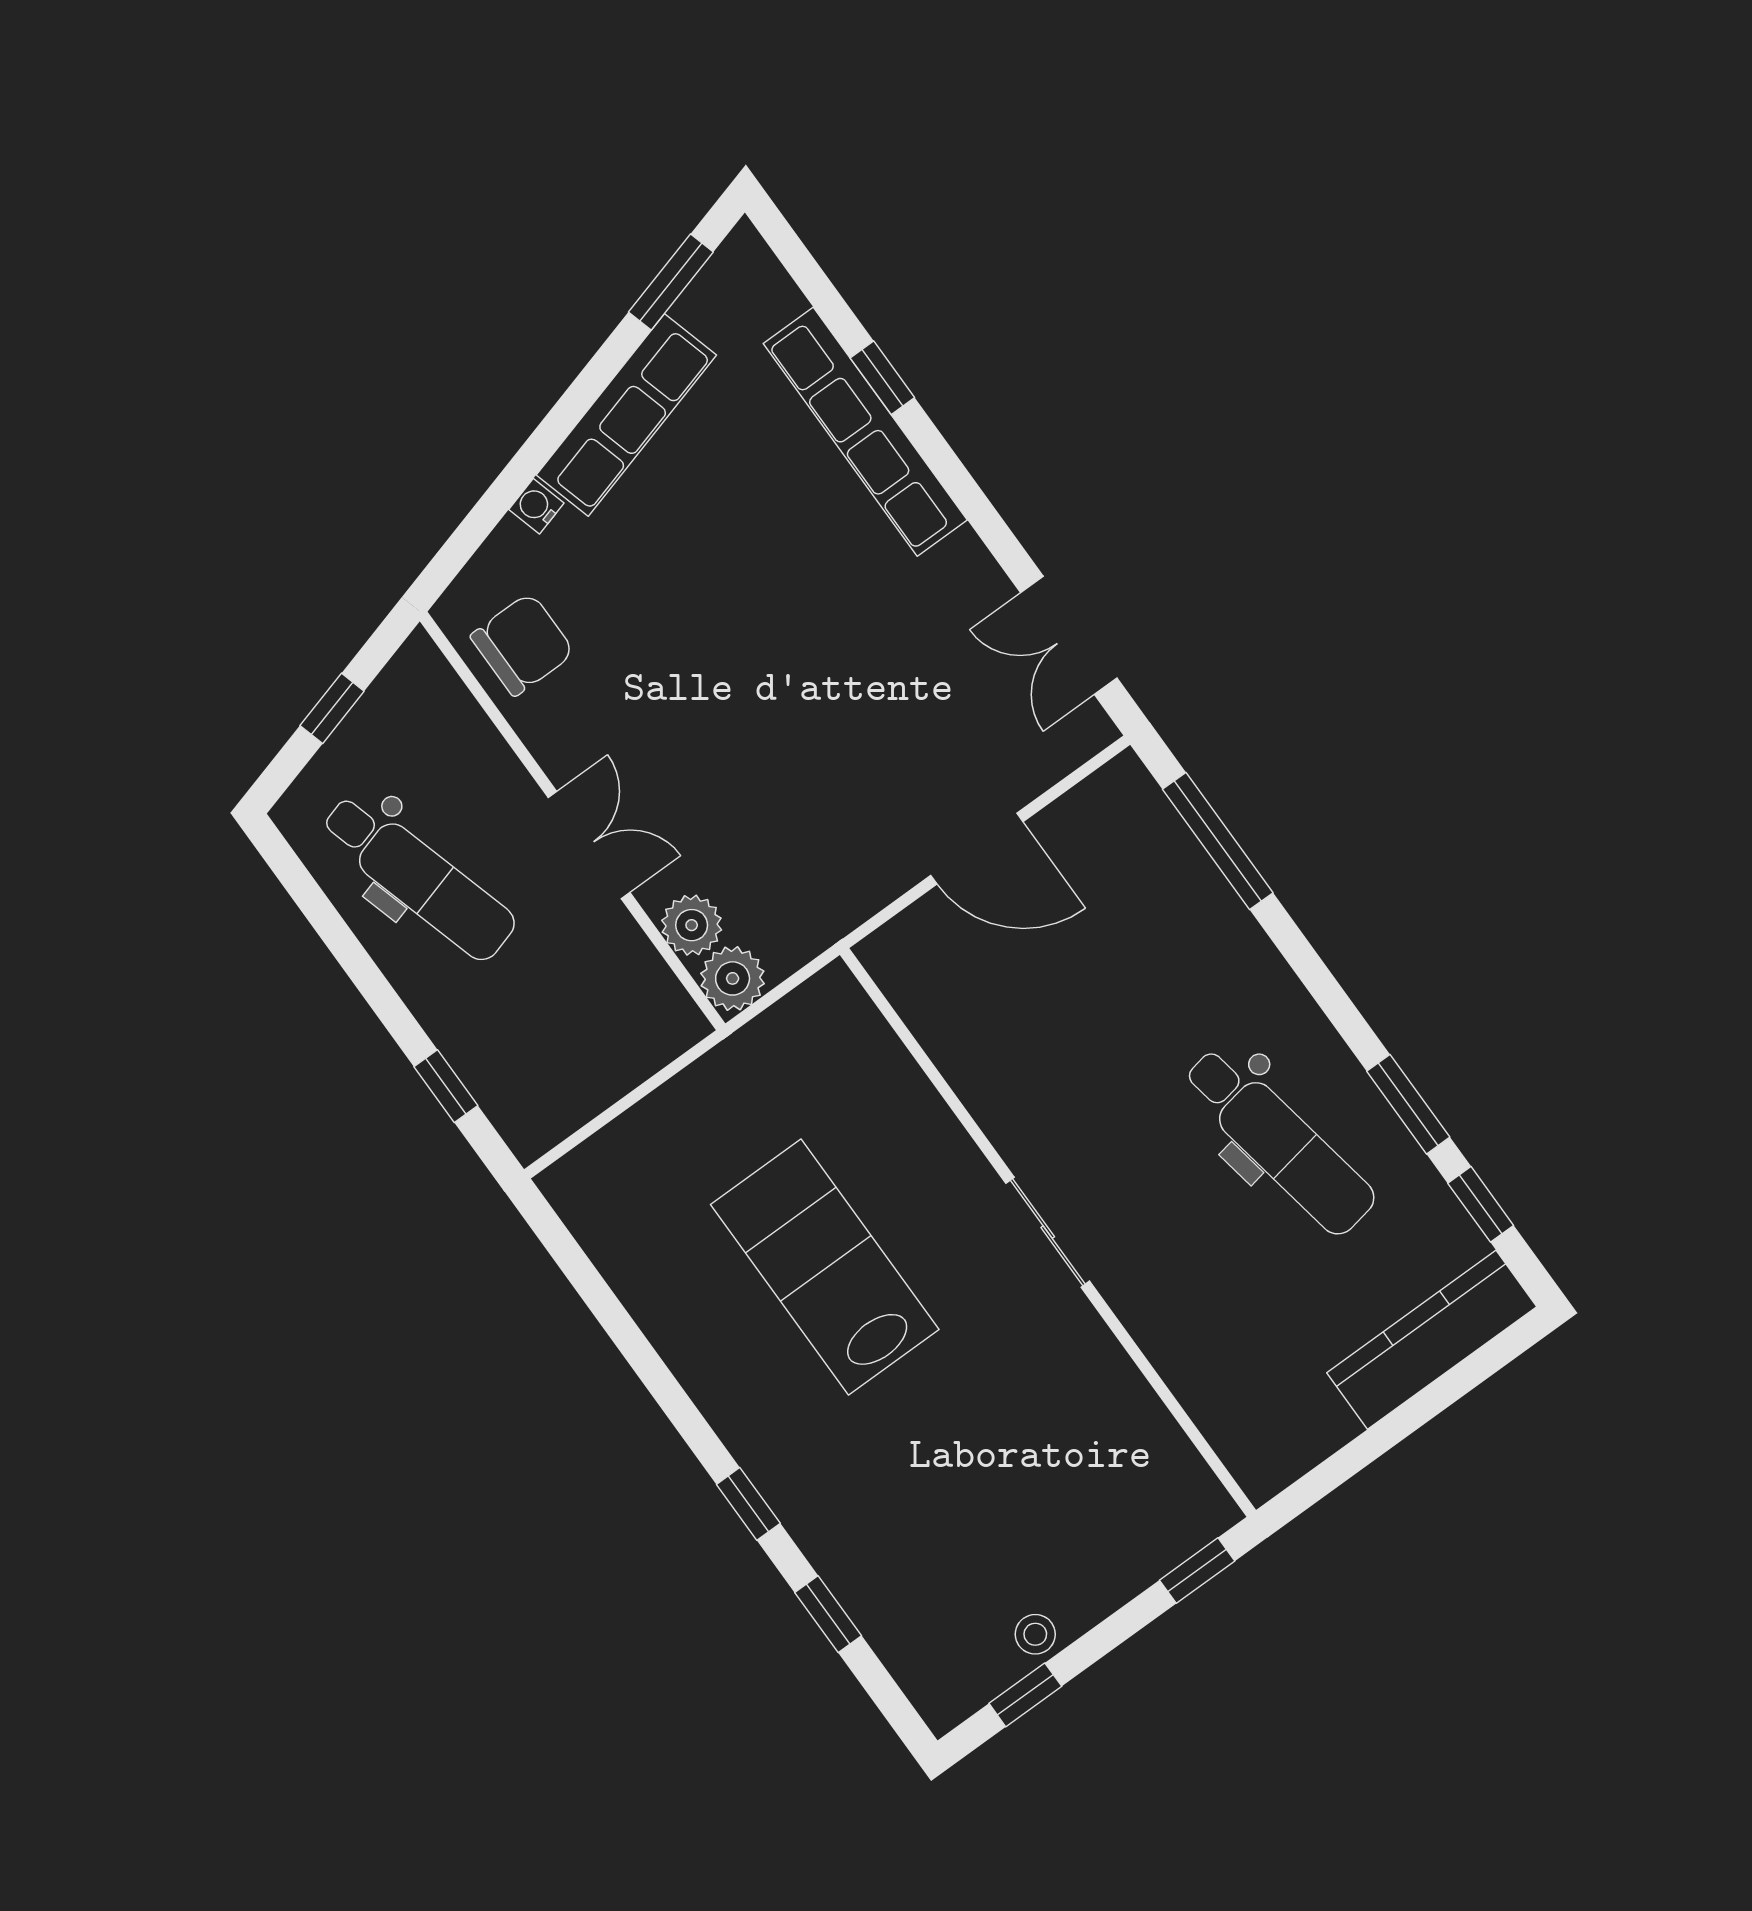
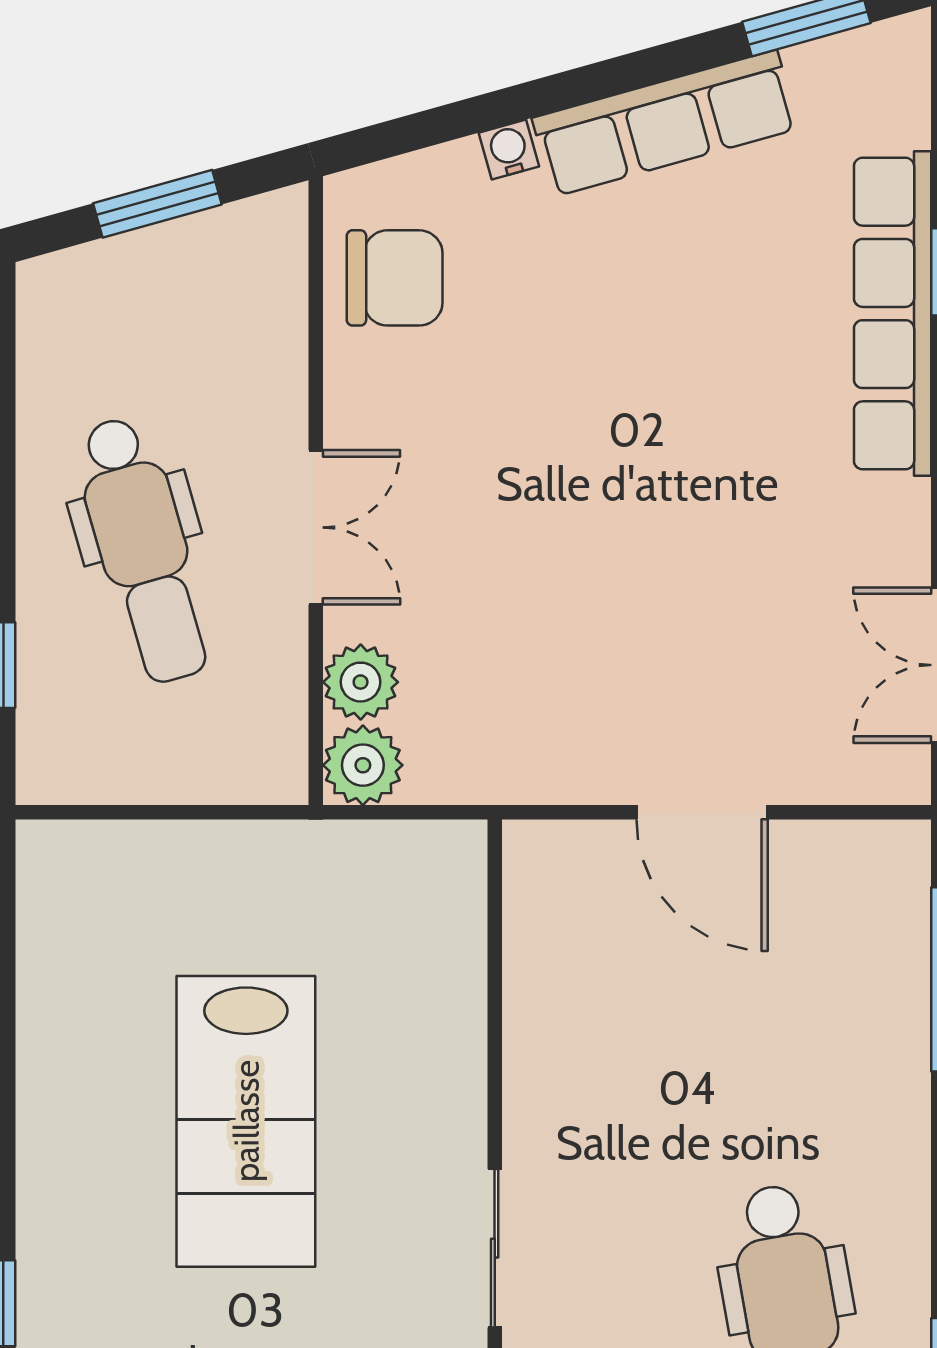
window: (332, 708) -> (157, 204), width x1.50
dental chair: (418, 877) -> (143, 550), moved
lab bench: (825, 1267) -> (246, 1121), turned 180

